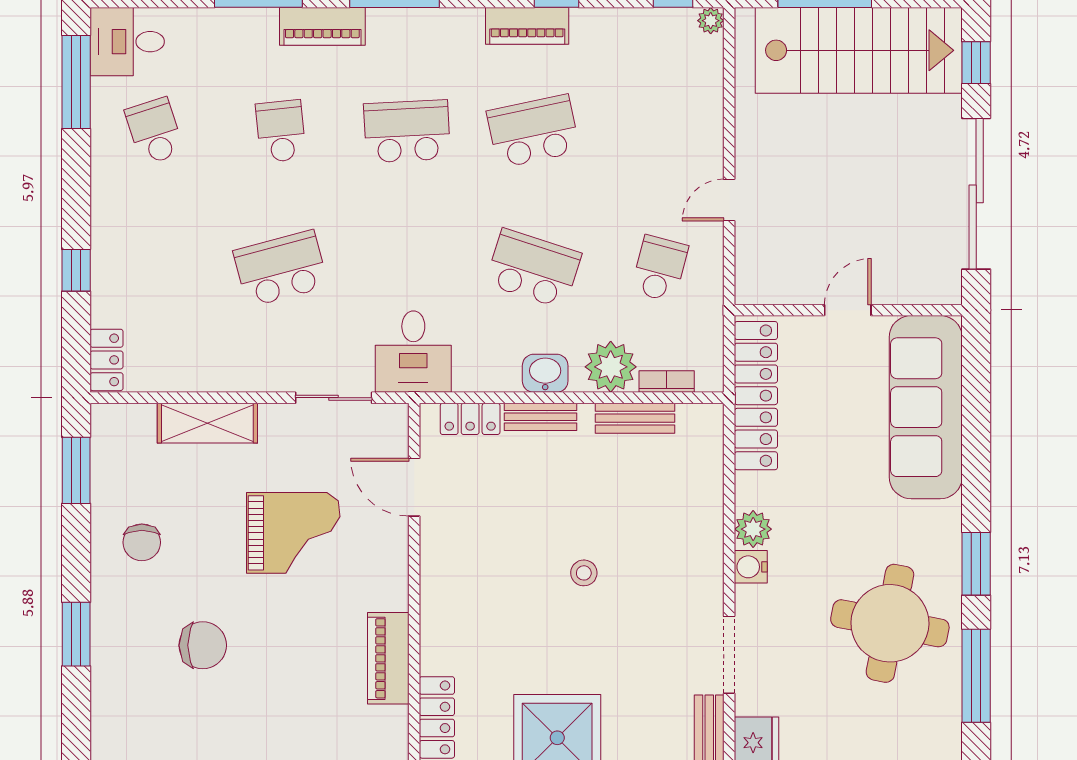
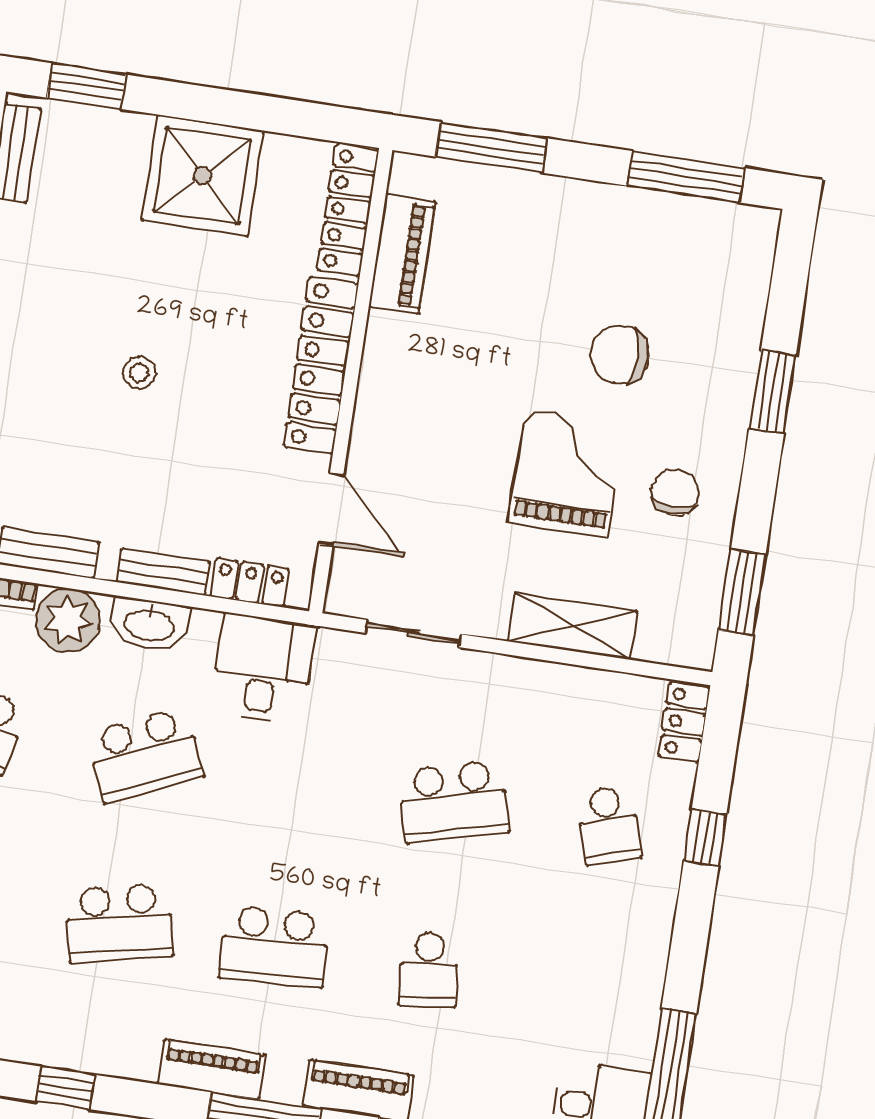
piano: (527, 26) -> (212, 1069), moved
school desk: (155, 131) -> (609, 825), moved
school desk: (533, 269) -> (145, 755), turned -42
desk: (413, 352) -> (263, 669), moved
washbasin: (545, 373) -> (150, 624), width x1.38
grand piano: (293, 533) -> (567, 473), moved, turned 90
locker: (439, 601) -> (321, 365), added
piano: (388, 658) -> (402, 254), moved

